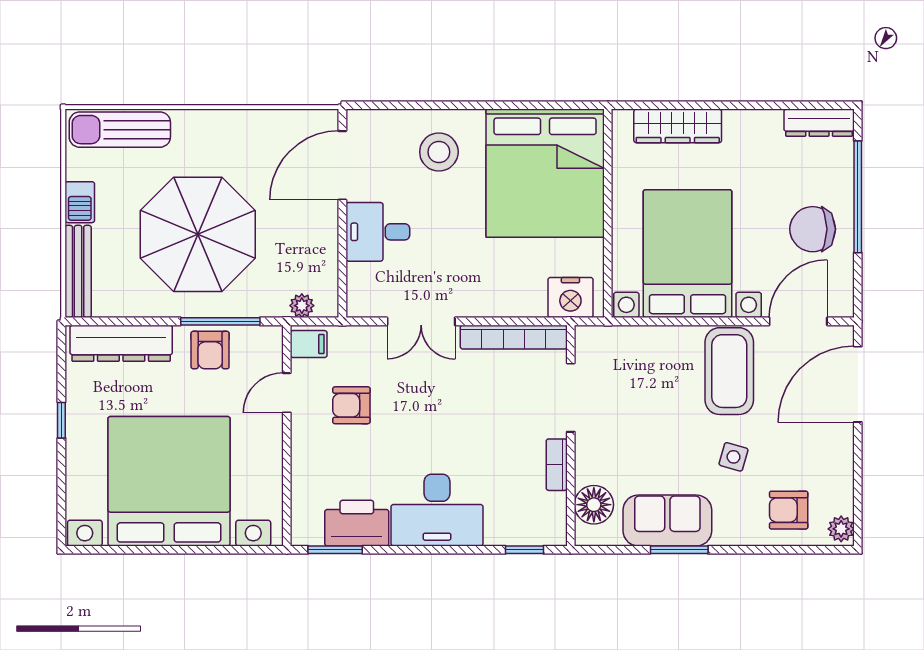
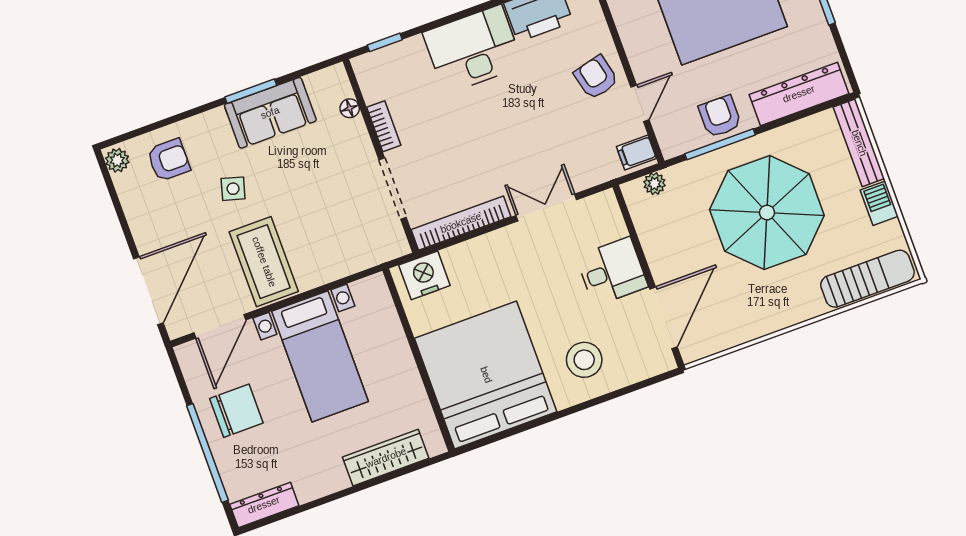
bed with nightstands: (687, 254) -> (320, 356), width x0.73
armchair: (351, 405) -> (596, 77), moved, turned -104
floor lamp: (594, 505) -> (350, 108), width x0.53, depth x0.53

